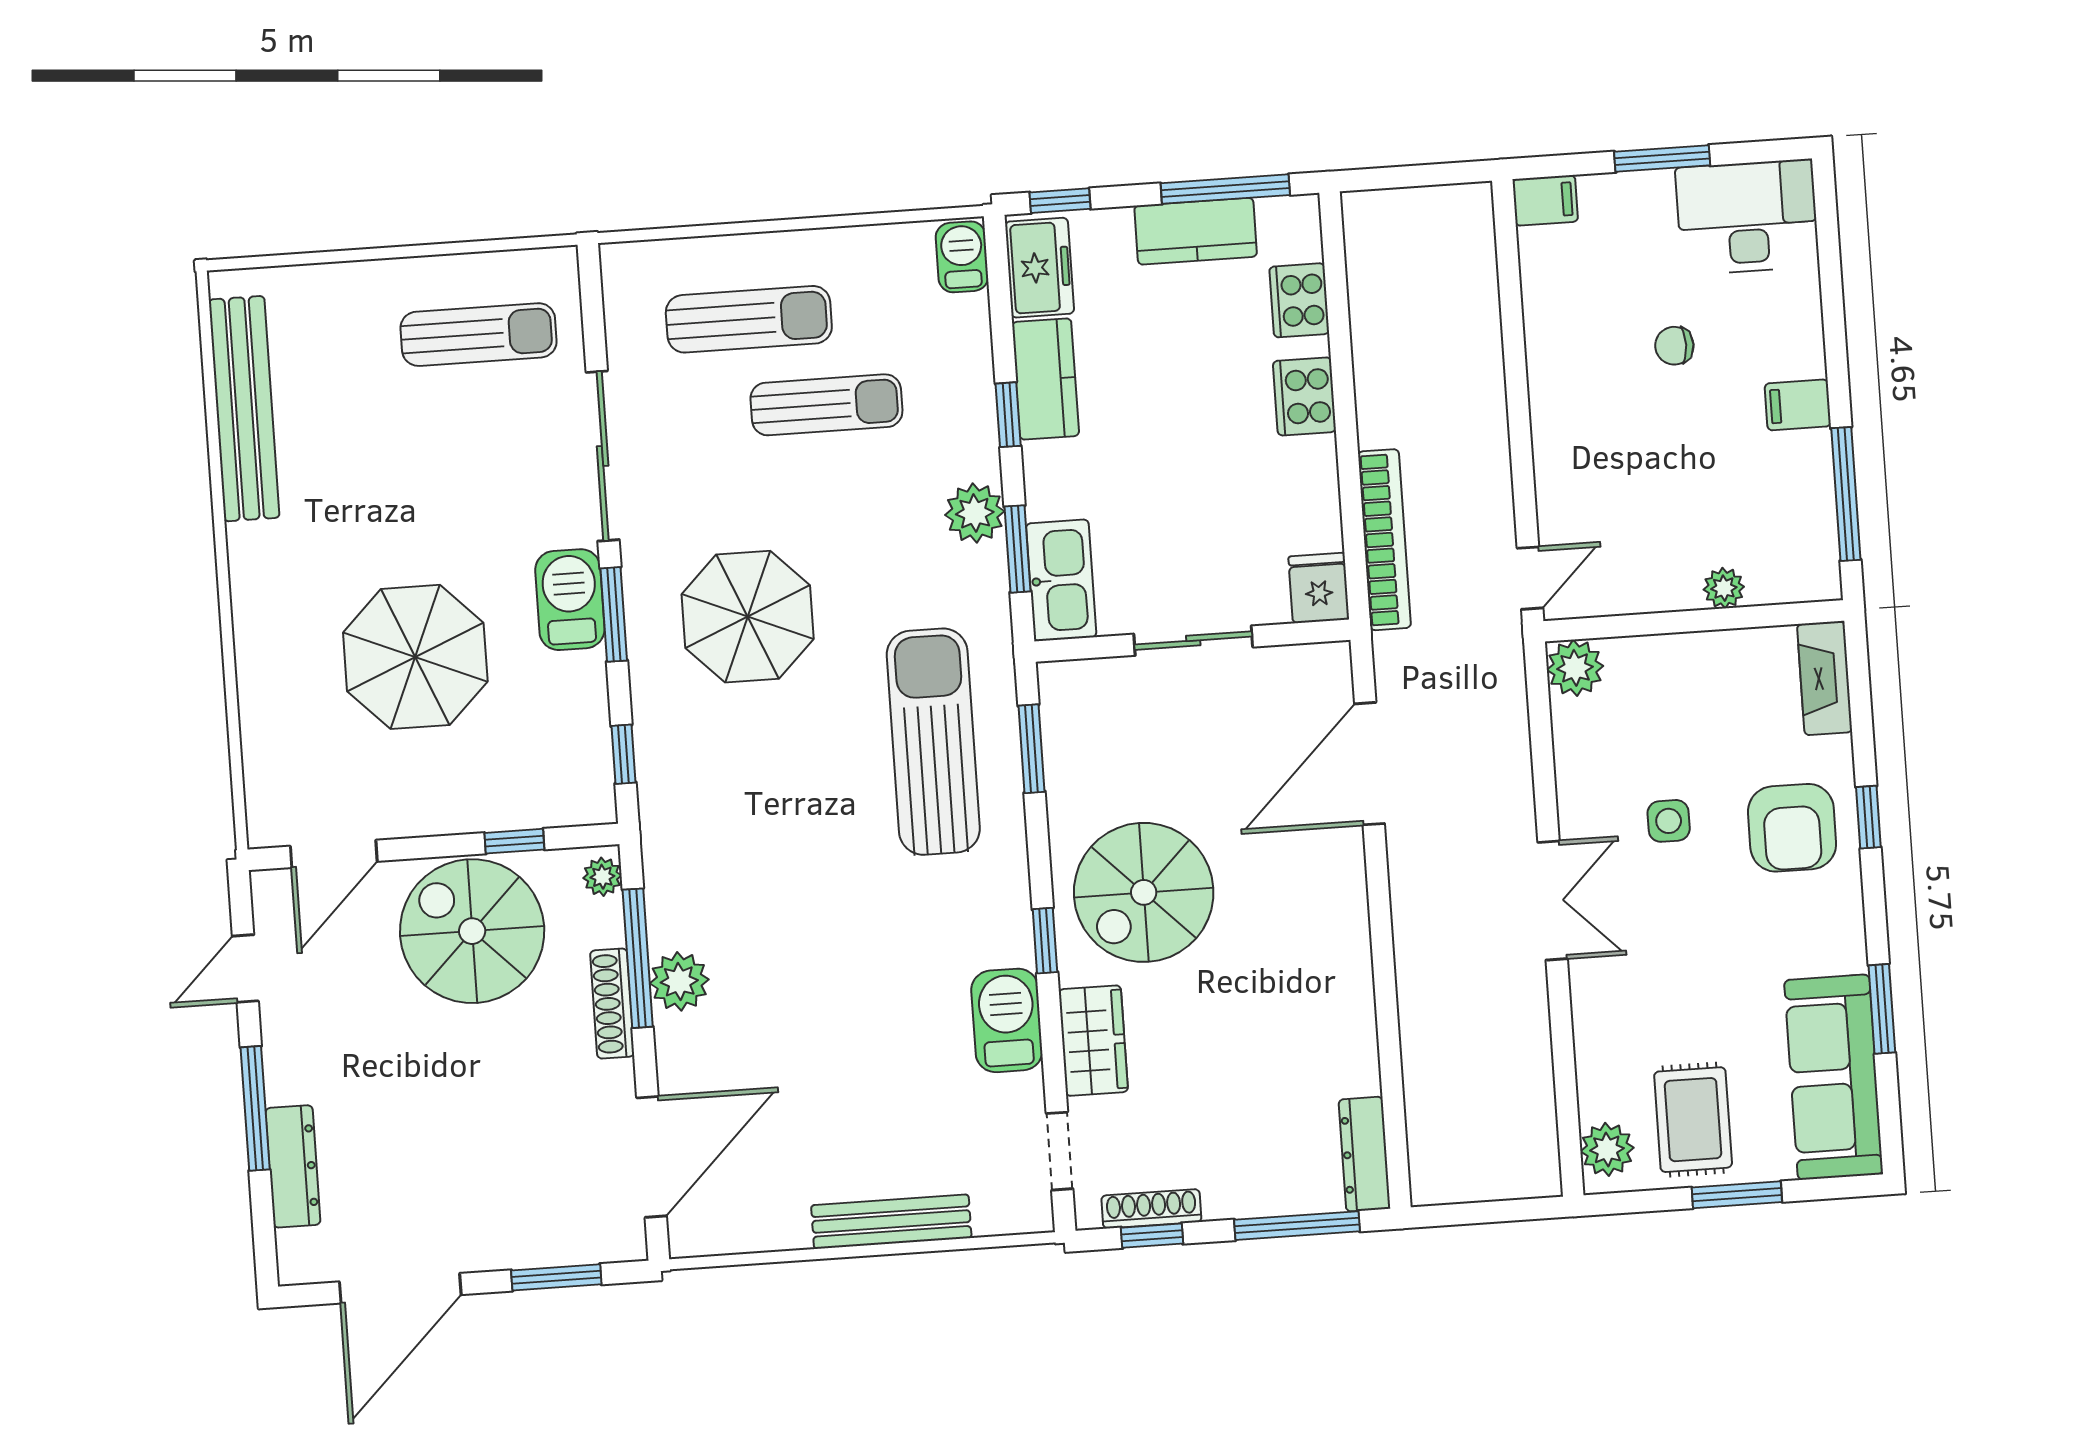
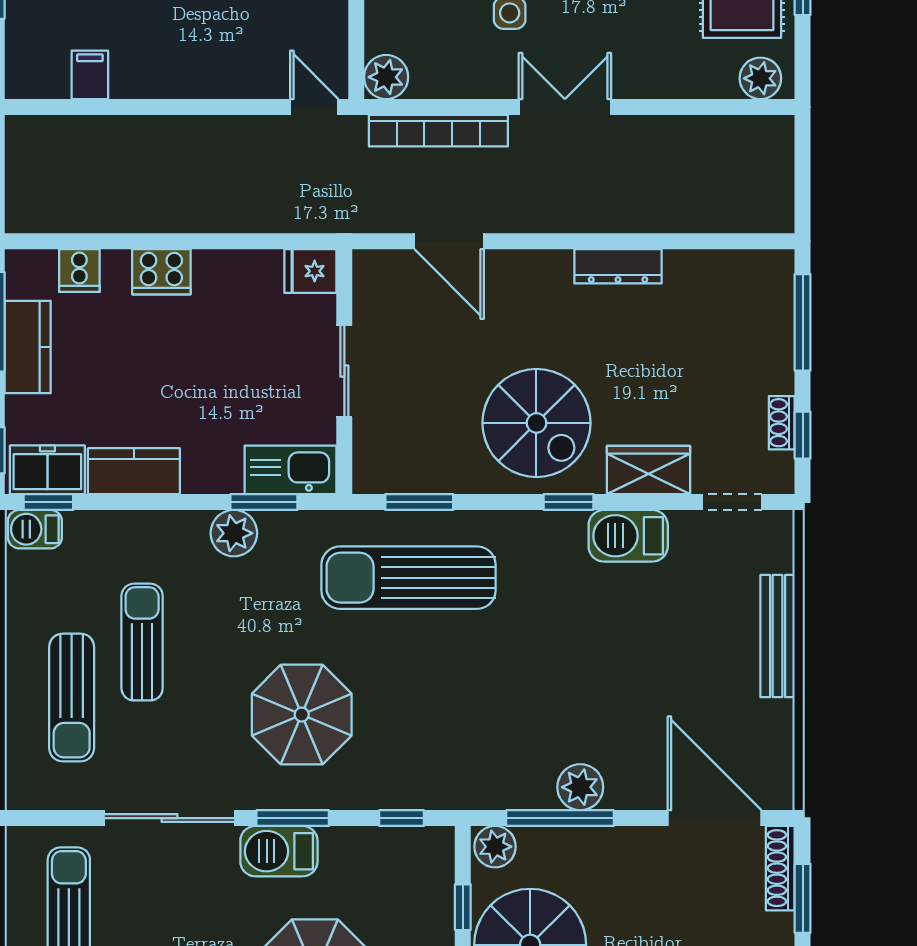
filing cabinet: (1545, 200) -> (90, 75), moved
cooker: (1299, 300) -> (79, 271), width x0.73
sun lounger: (749, 319) -> (72, 697), turned 180
window: (1008, 415) -> (48, 502), moved
bookcase: (1384, 540) -> (438, 131), moved, turned 180
door: (1369, 764) -> (449, 241), width x0.73
plant: (602, 877) -> (495, 847), width x1.38, depth x1.38
shoe rack: (612, 1004) -> (780, 868), moved, turned 90
dresser: (1364, 1154) -> (618, 266), moved
shoe rack: (1151, 1209) -> (782, 423), width x0.70

